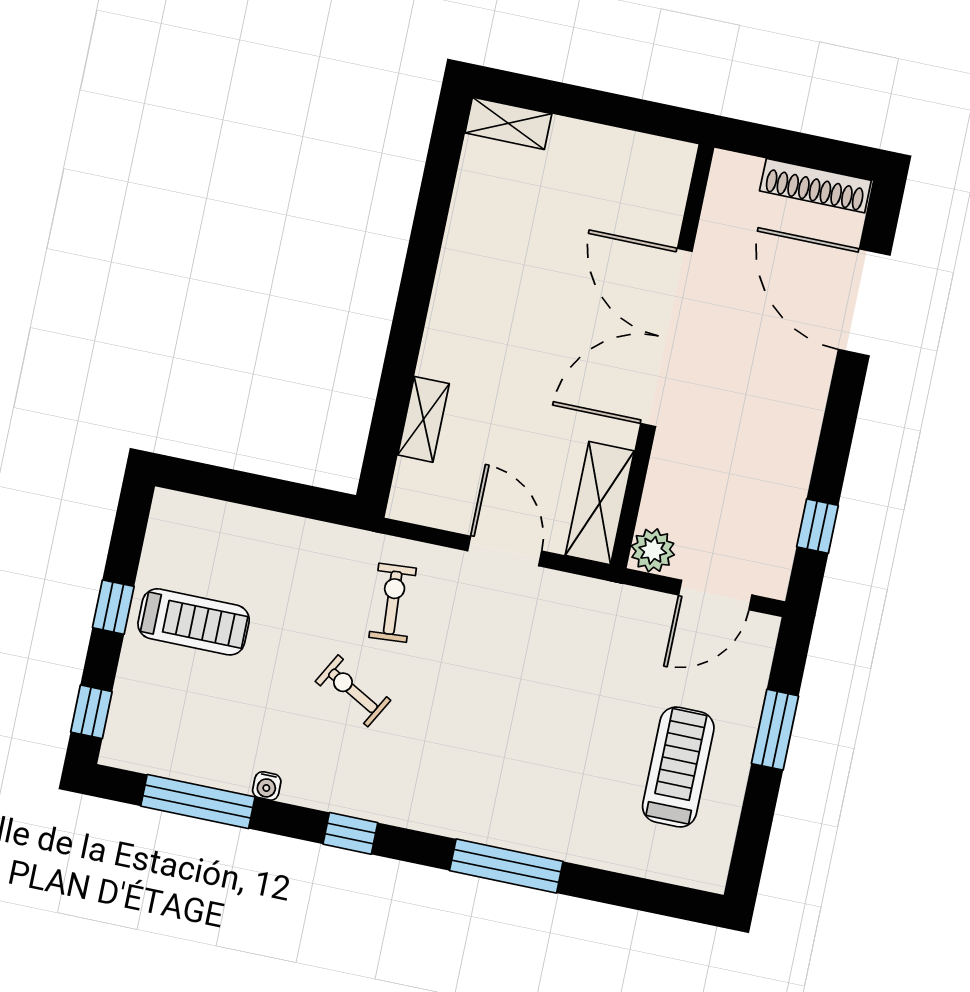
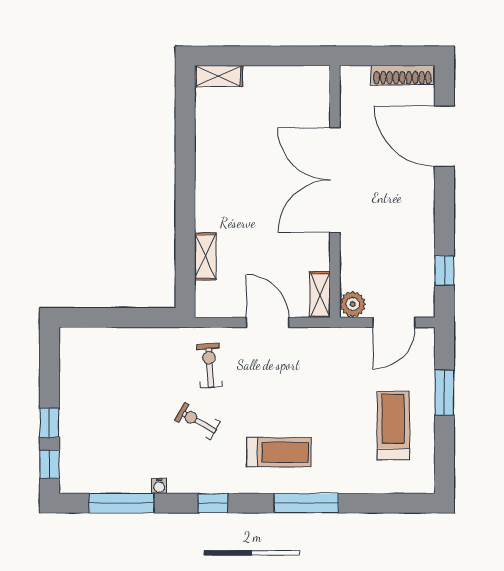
shelving: (600, 503) -> (320, 295), width x0.67, depth x0.75
window: (113, 607) -> (50, 423), moved
treadmill: (194, 622) -> (279, 452), moved

